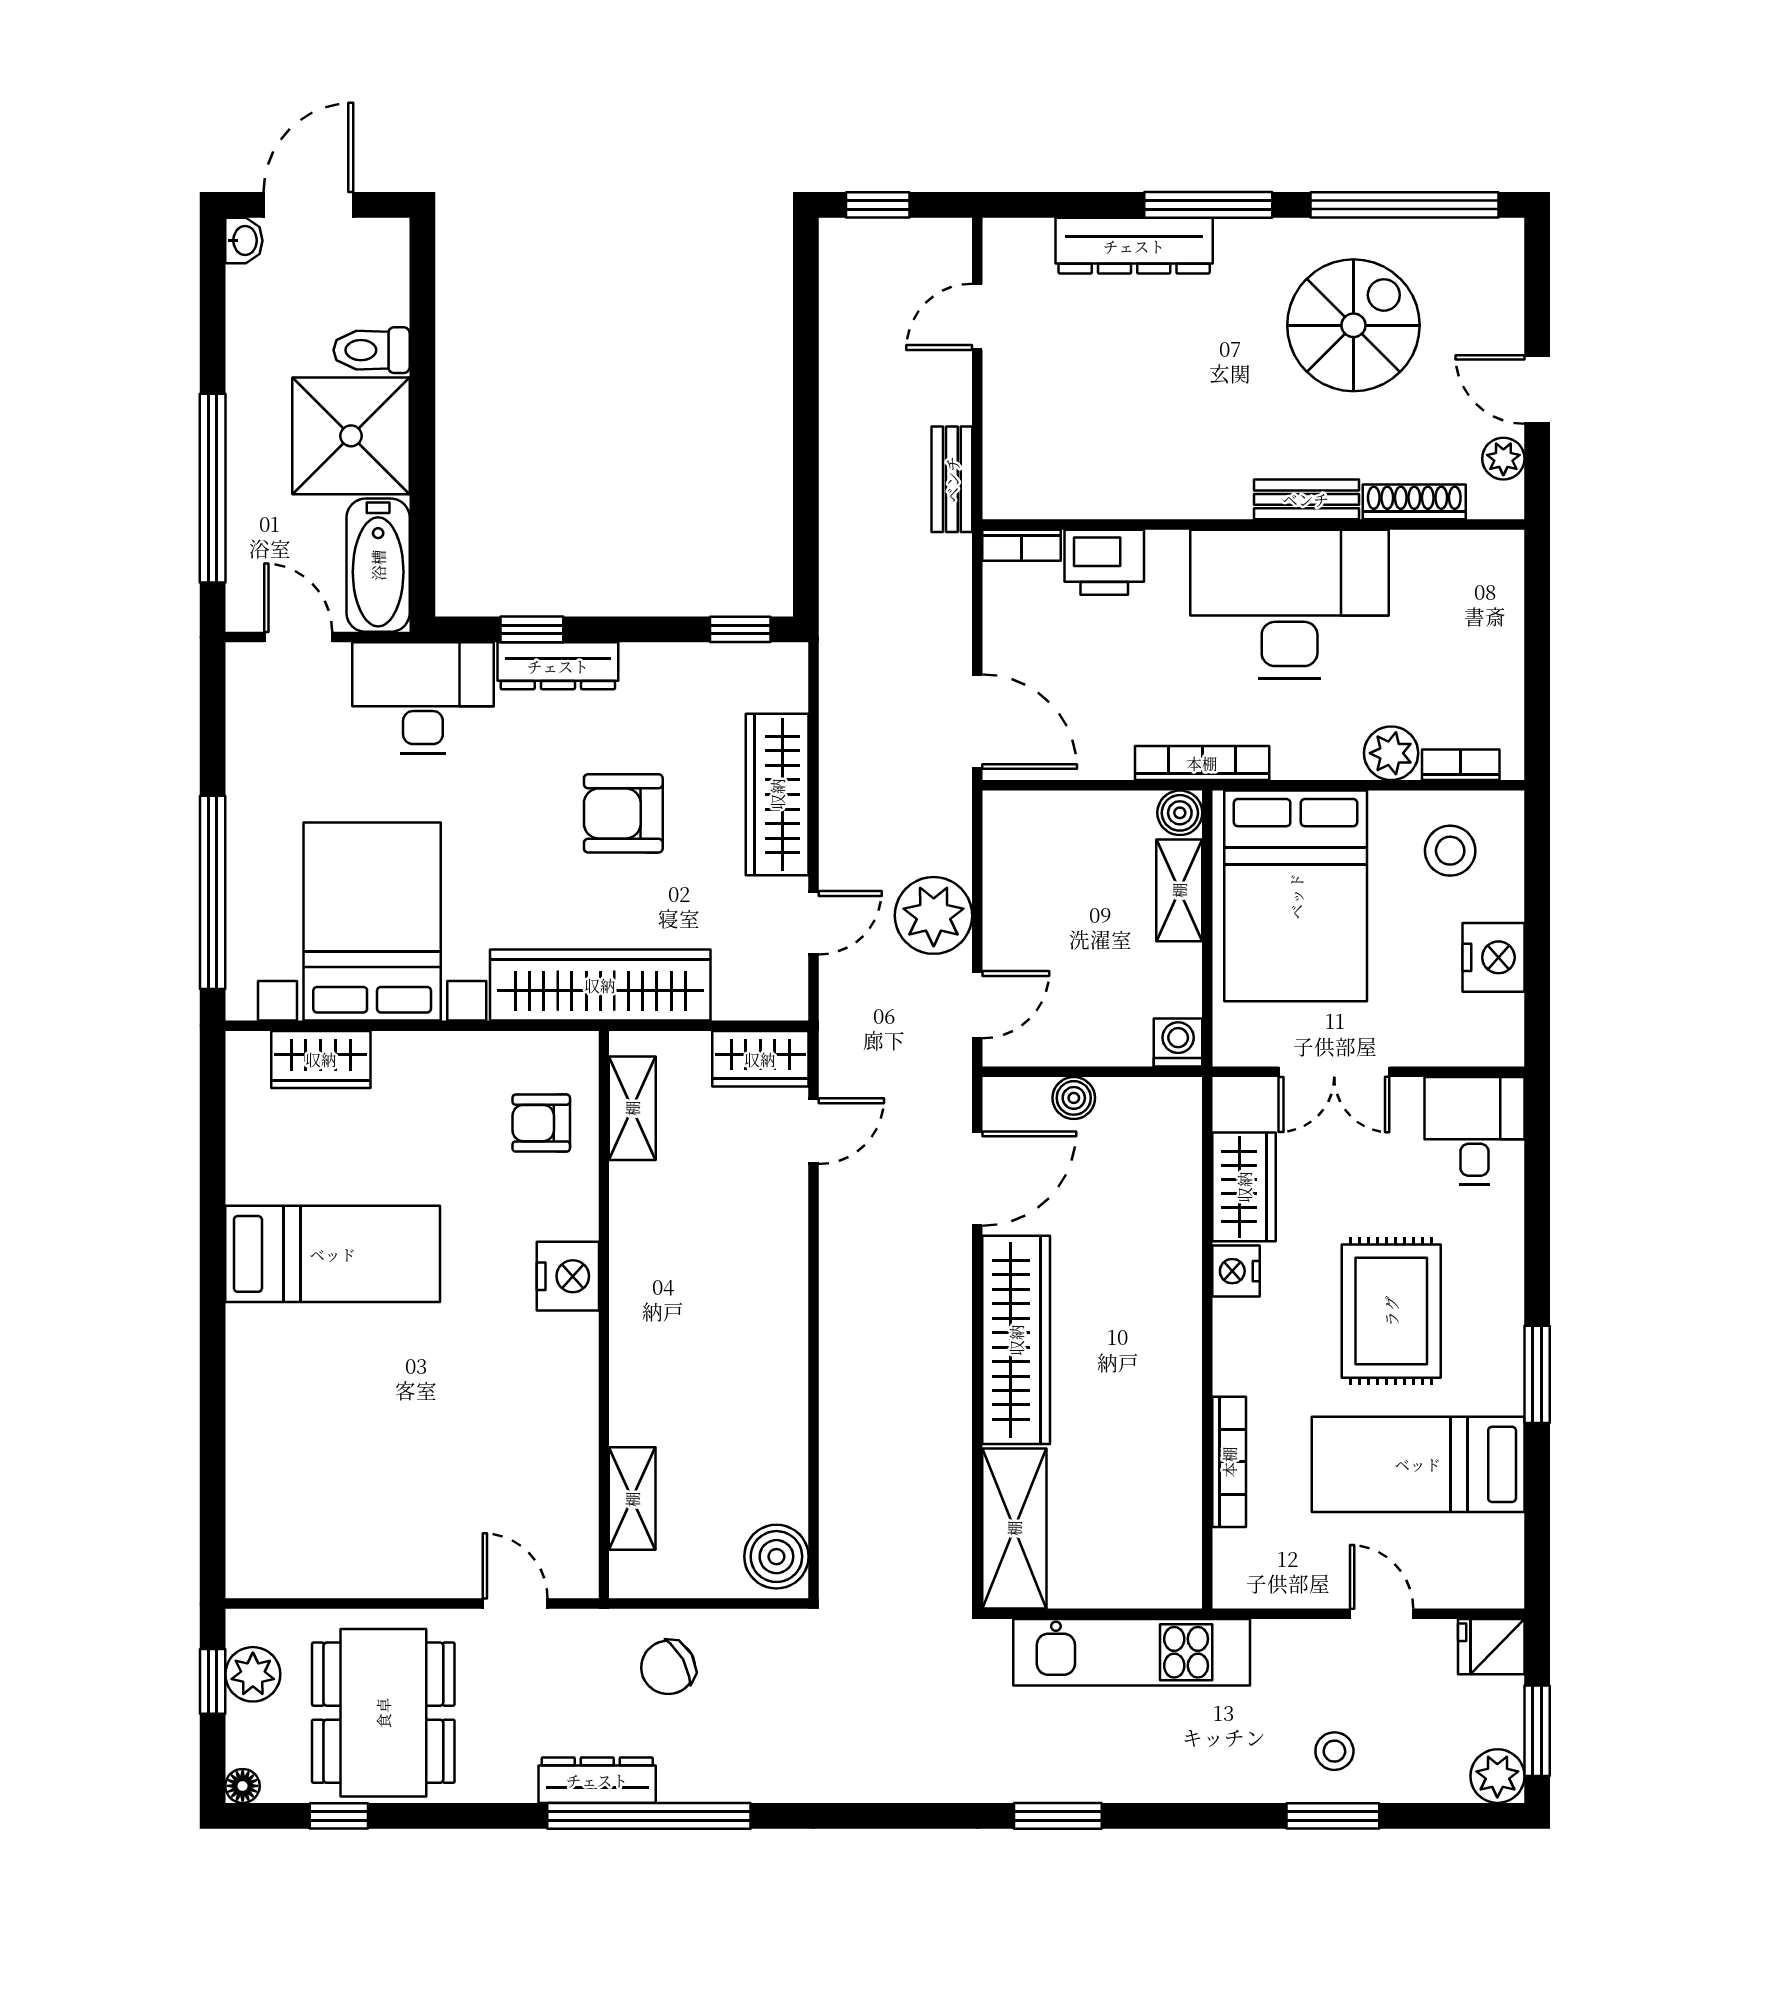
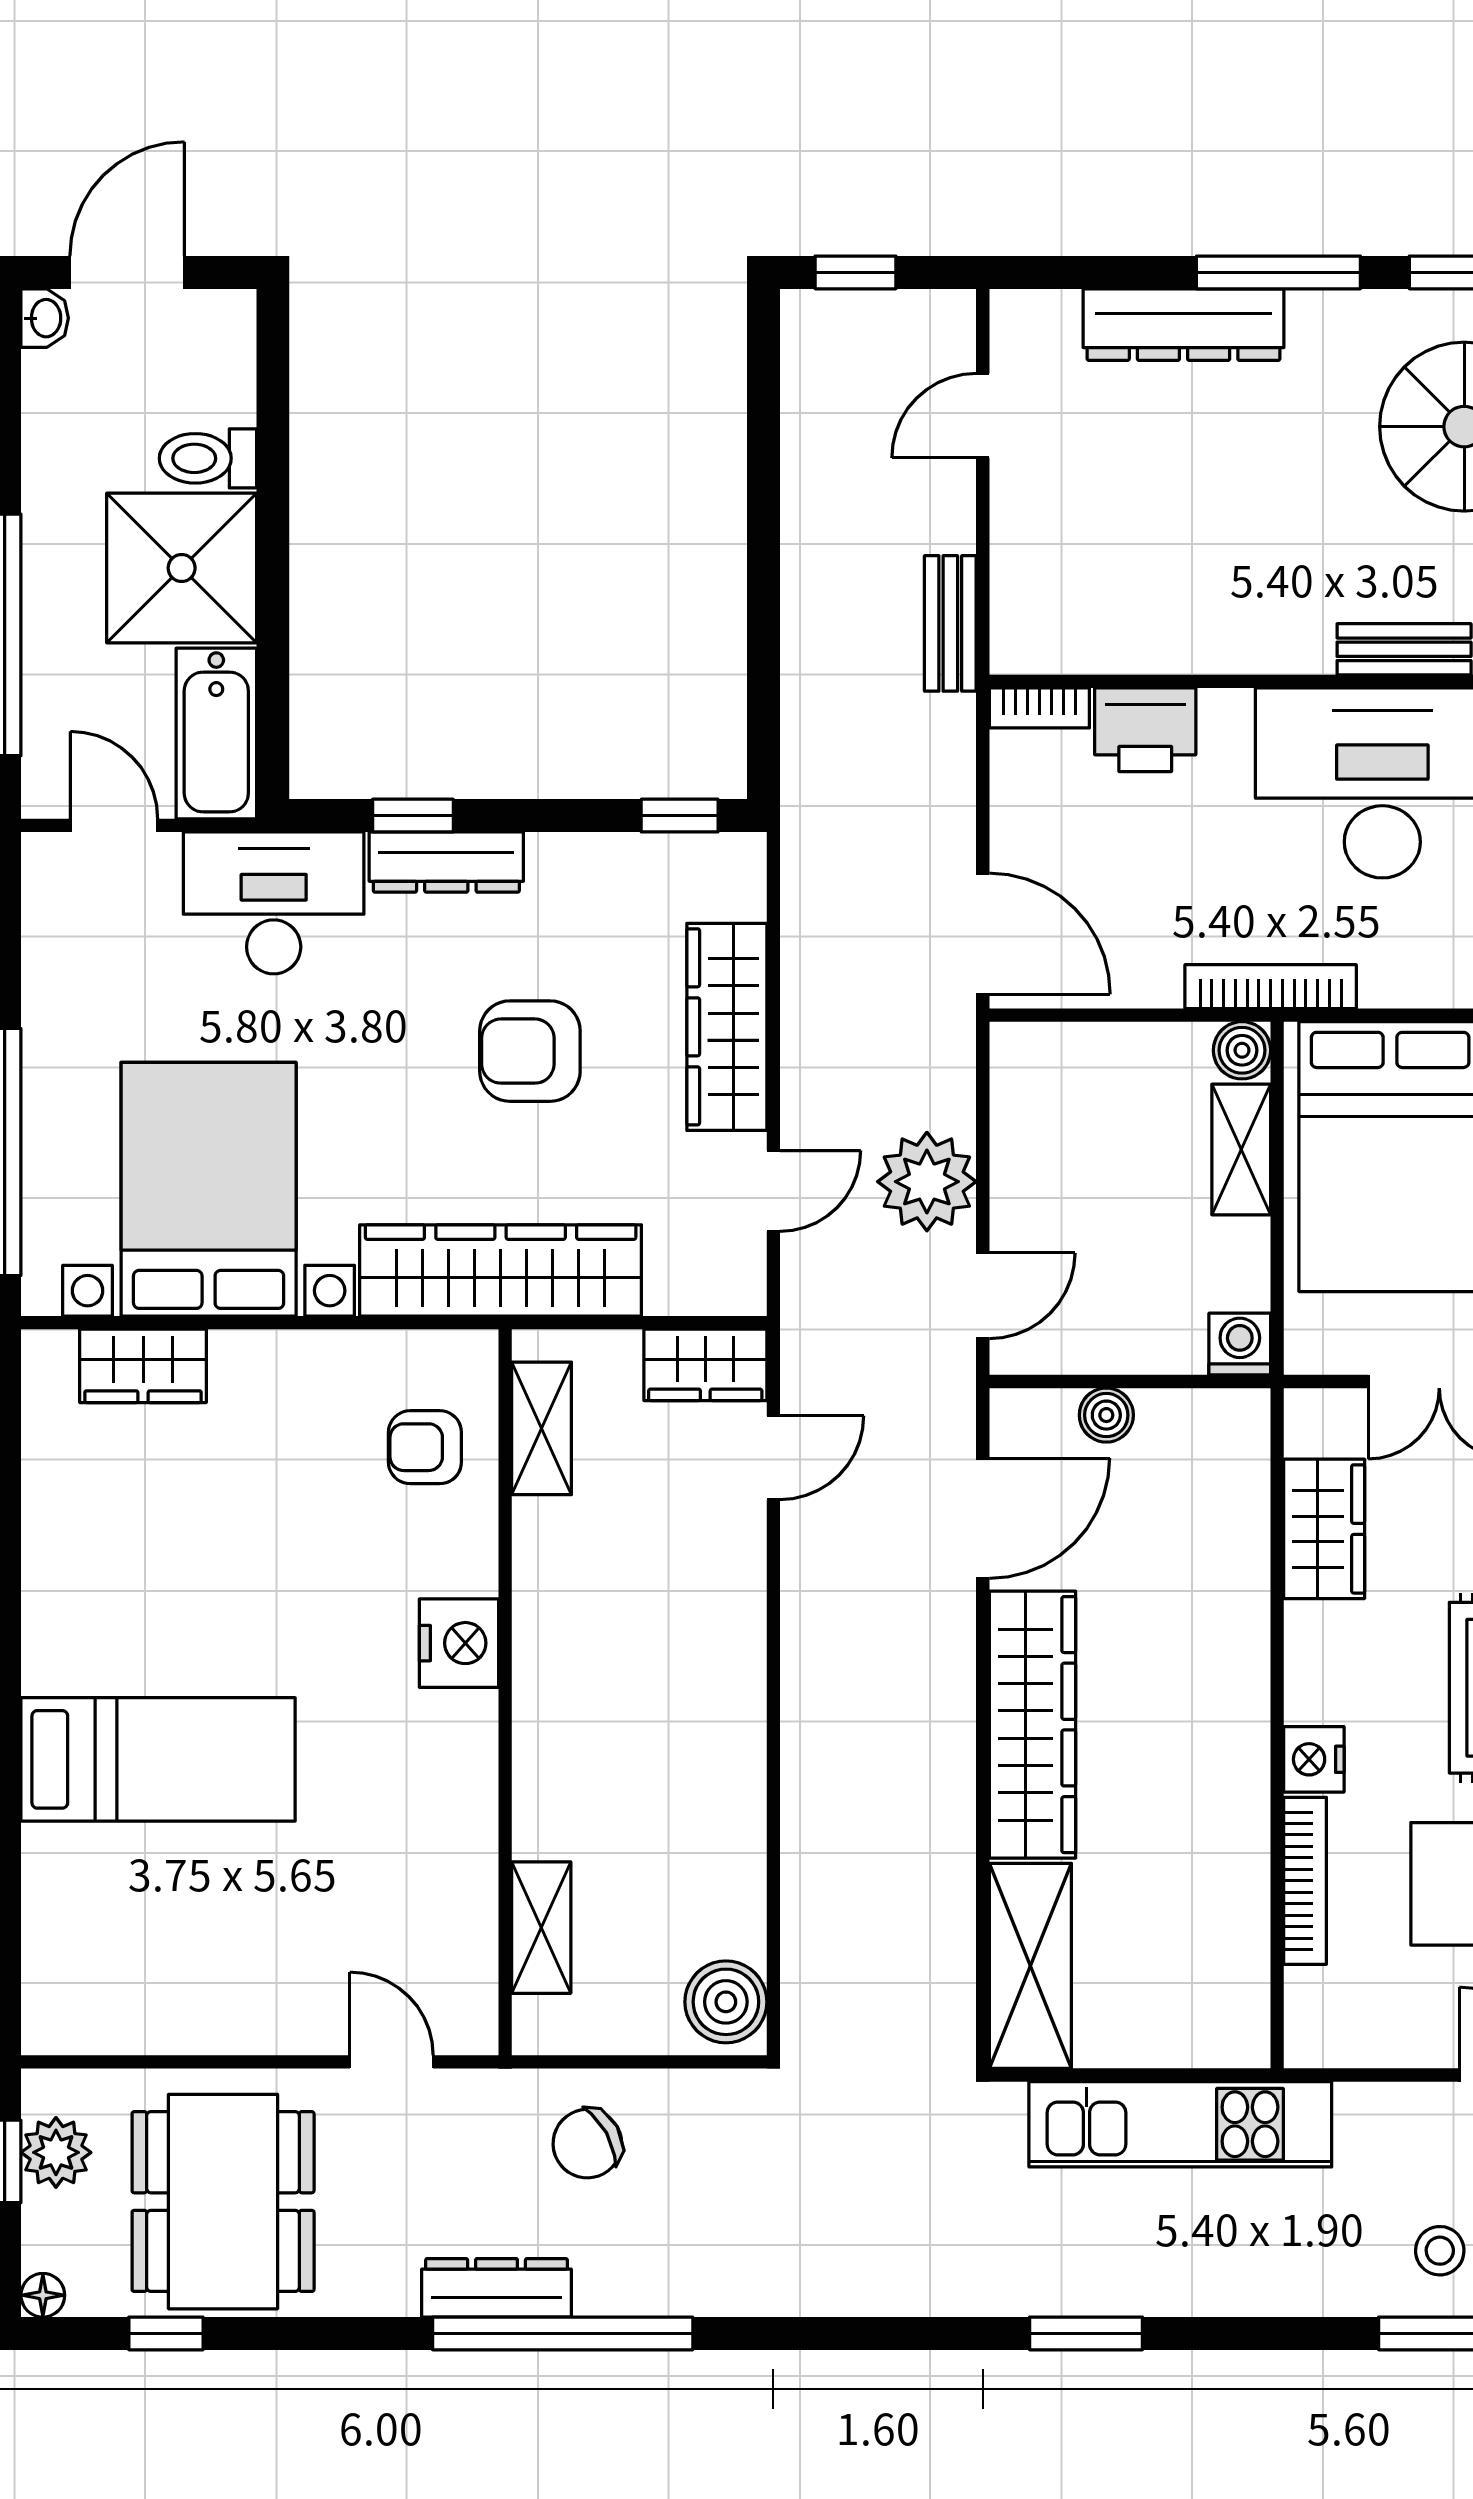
bed: (333, 1254) -> (158, 1759), moved
nightstand: (1236, 1271) -> (1314, 1759), moved

